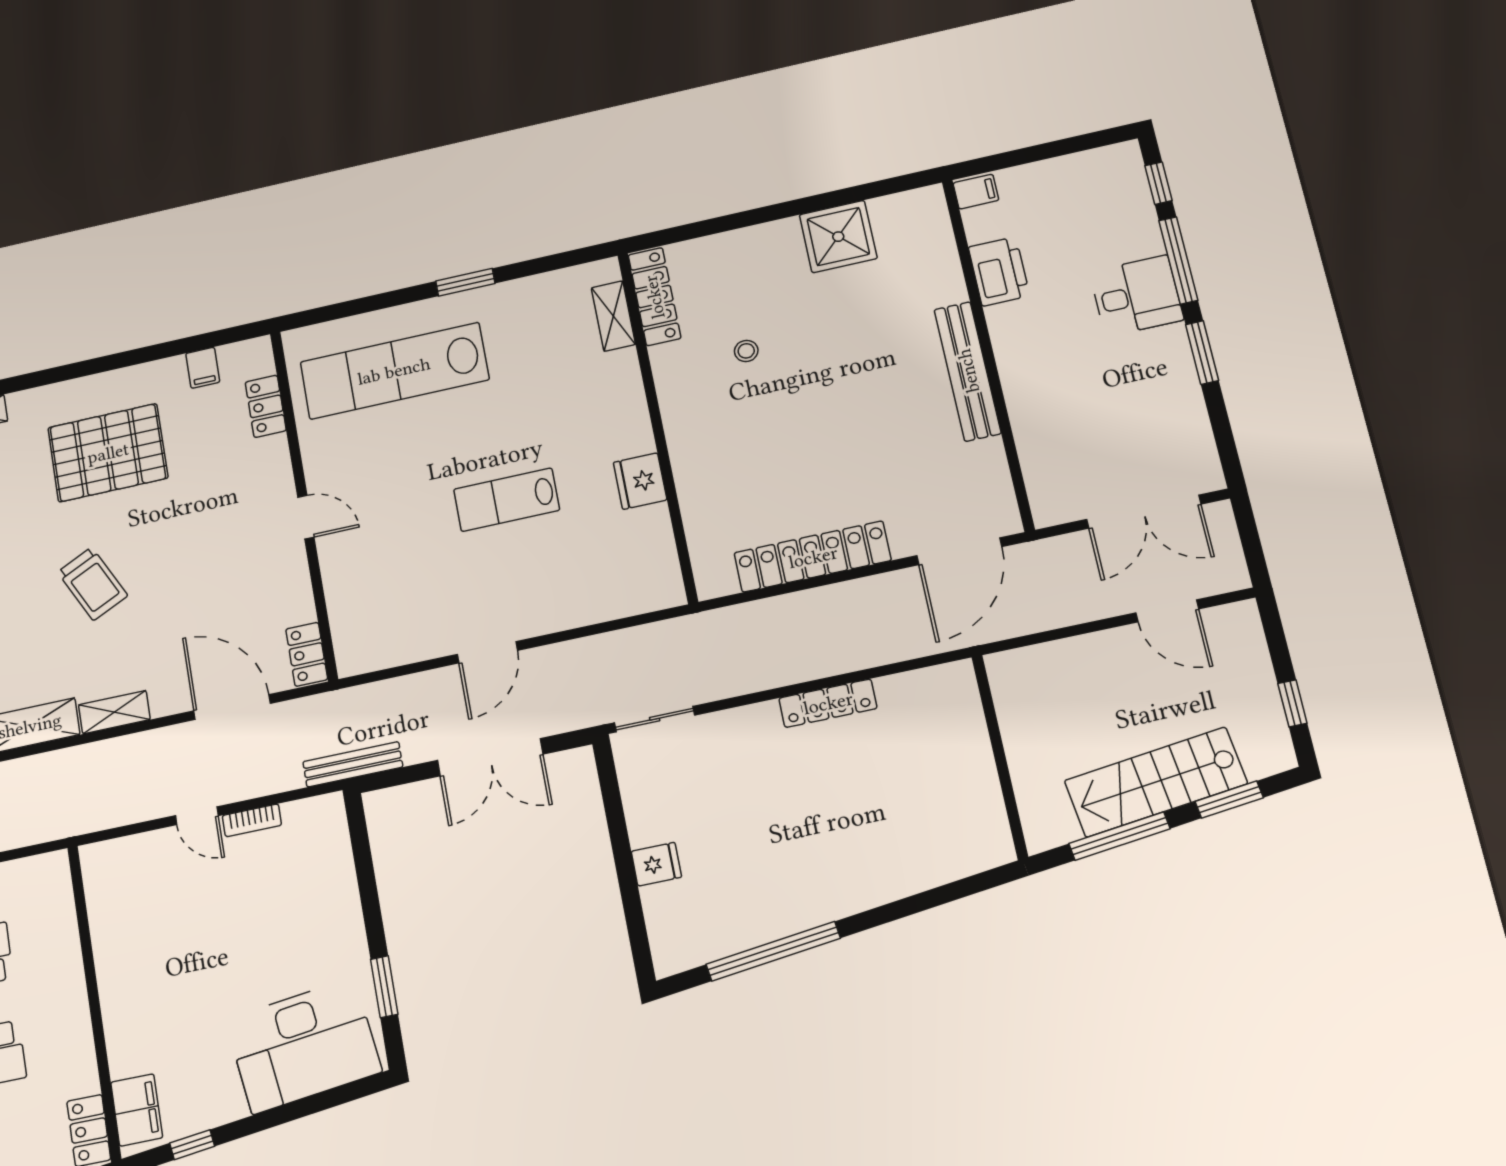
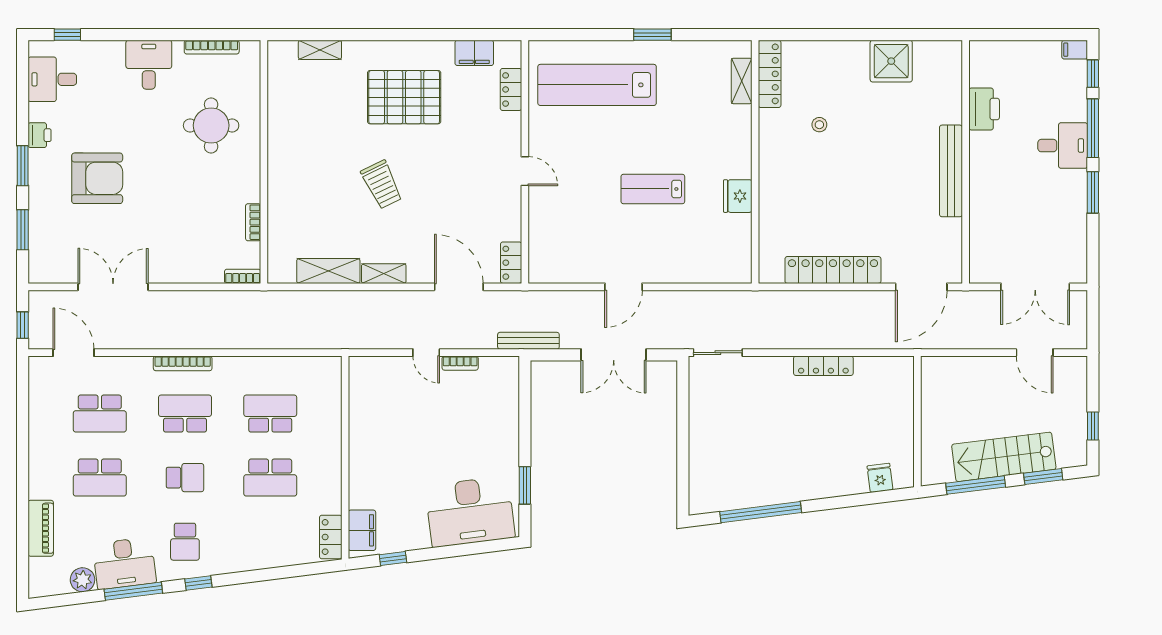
filing cabinet: (976, 192) -> (1075, 50), moved, turned 180
filing cabinet: (203, 368) -> (474, 53), width x2.00
fridge: (656, 864) -> (880, 478), moved, turned -97

